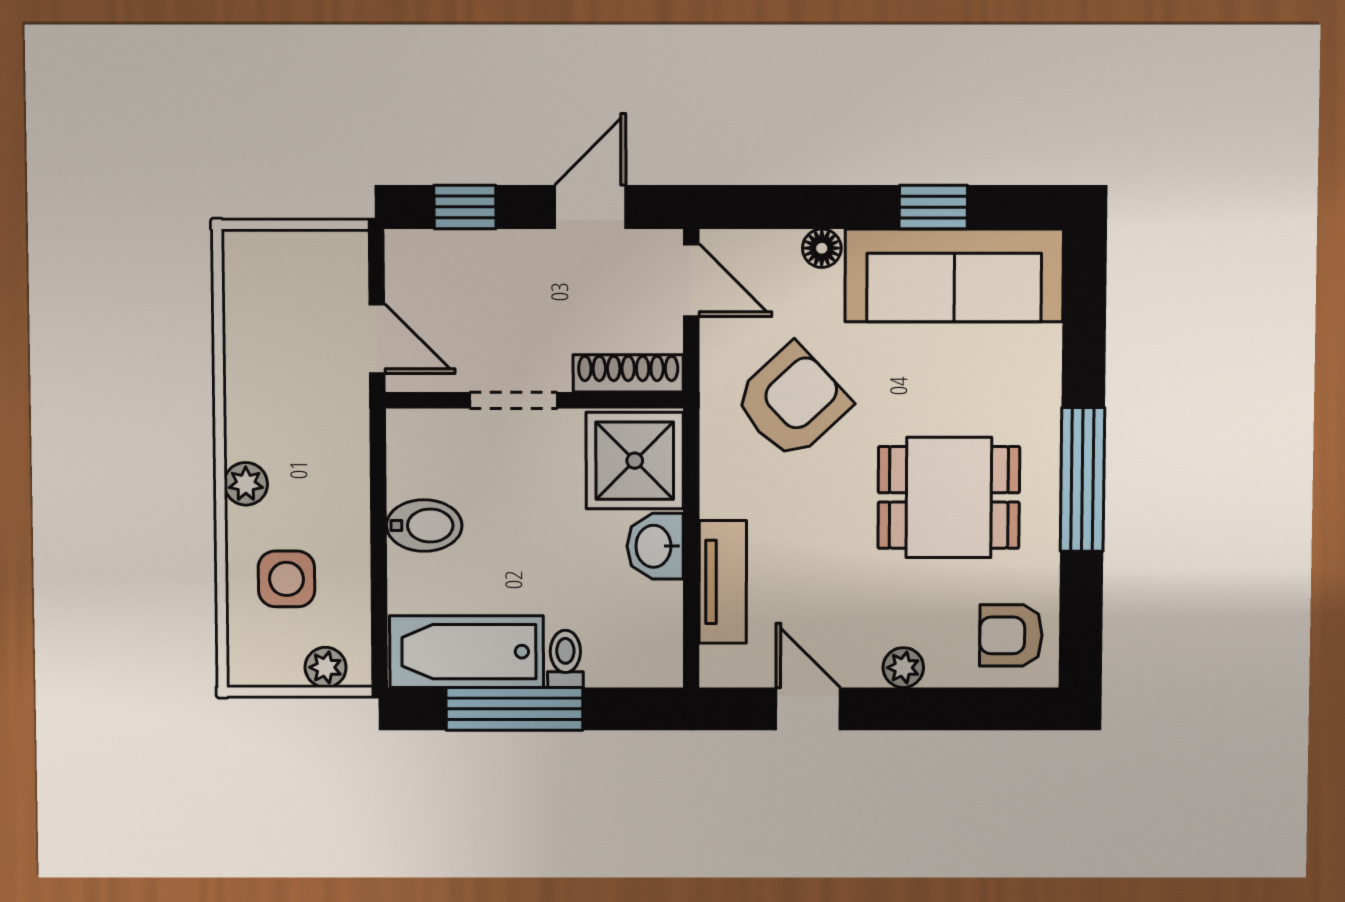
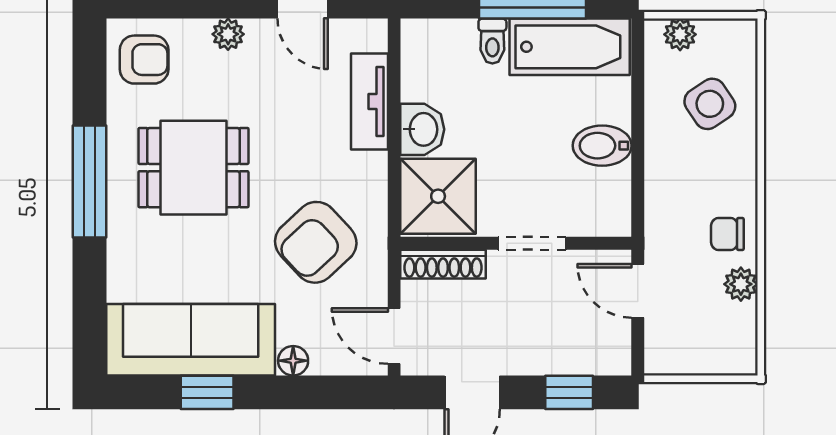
chair: (262, 412) -> (727, 234), added
plant: (246, 484) -> (741, 284), moved
side table: (286, 579) -> (710, 104), turned -34

